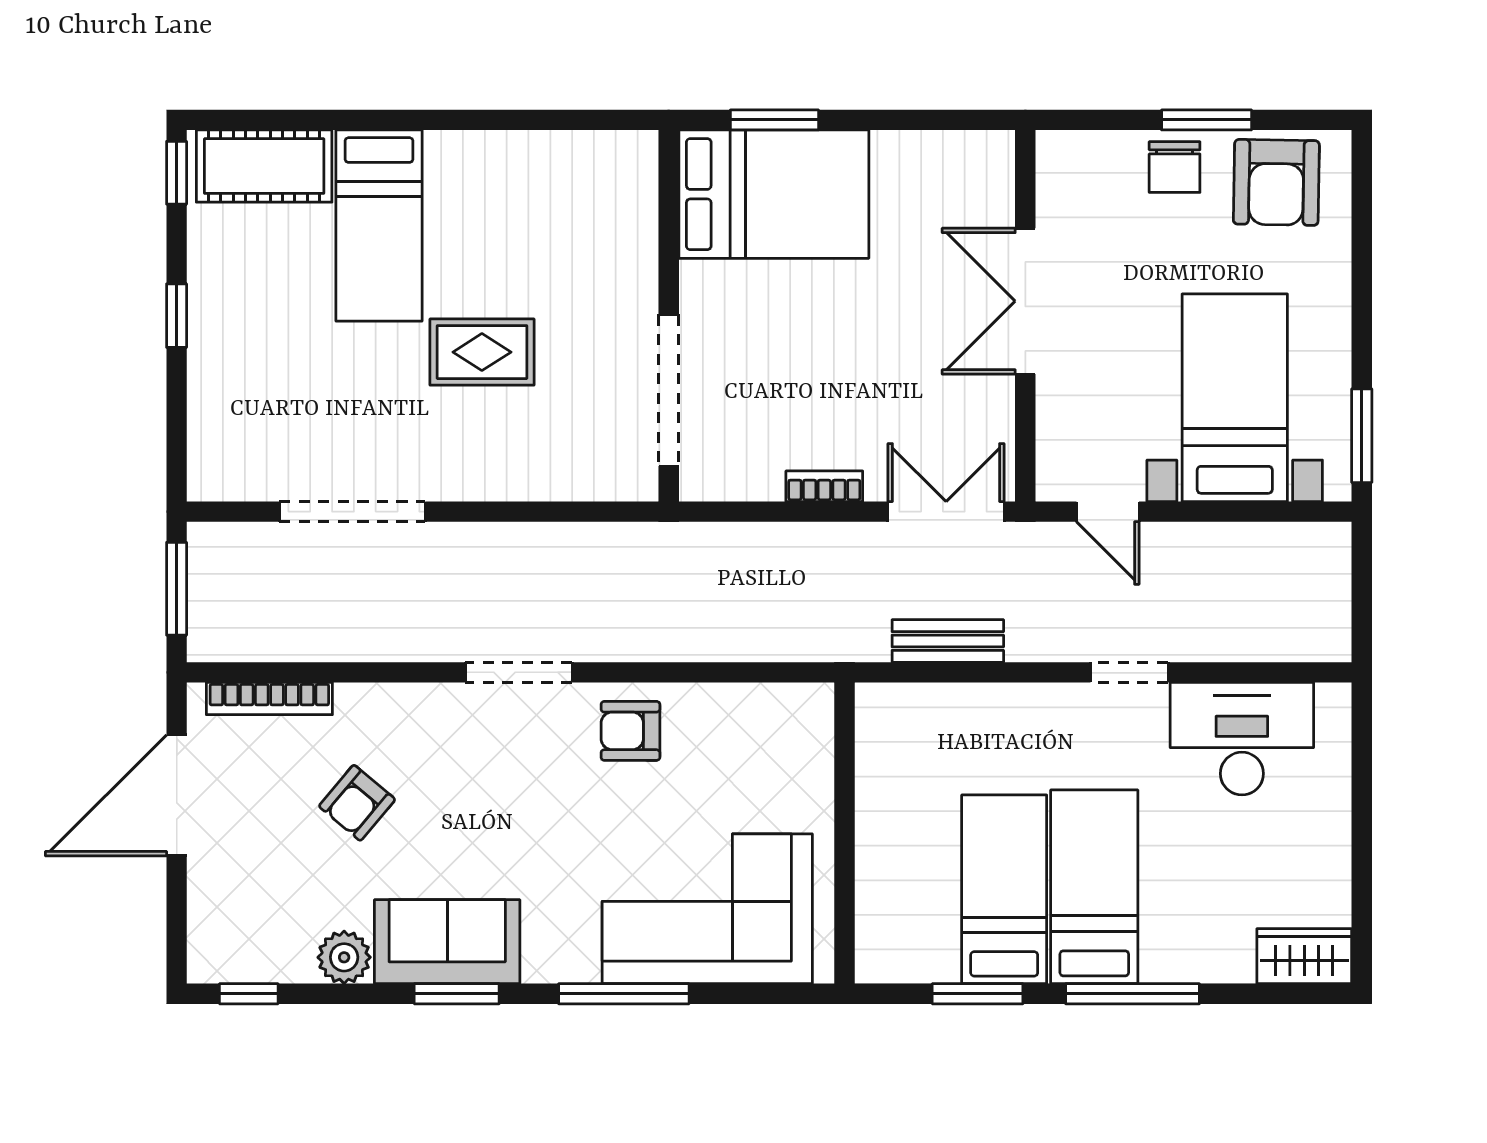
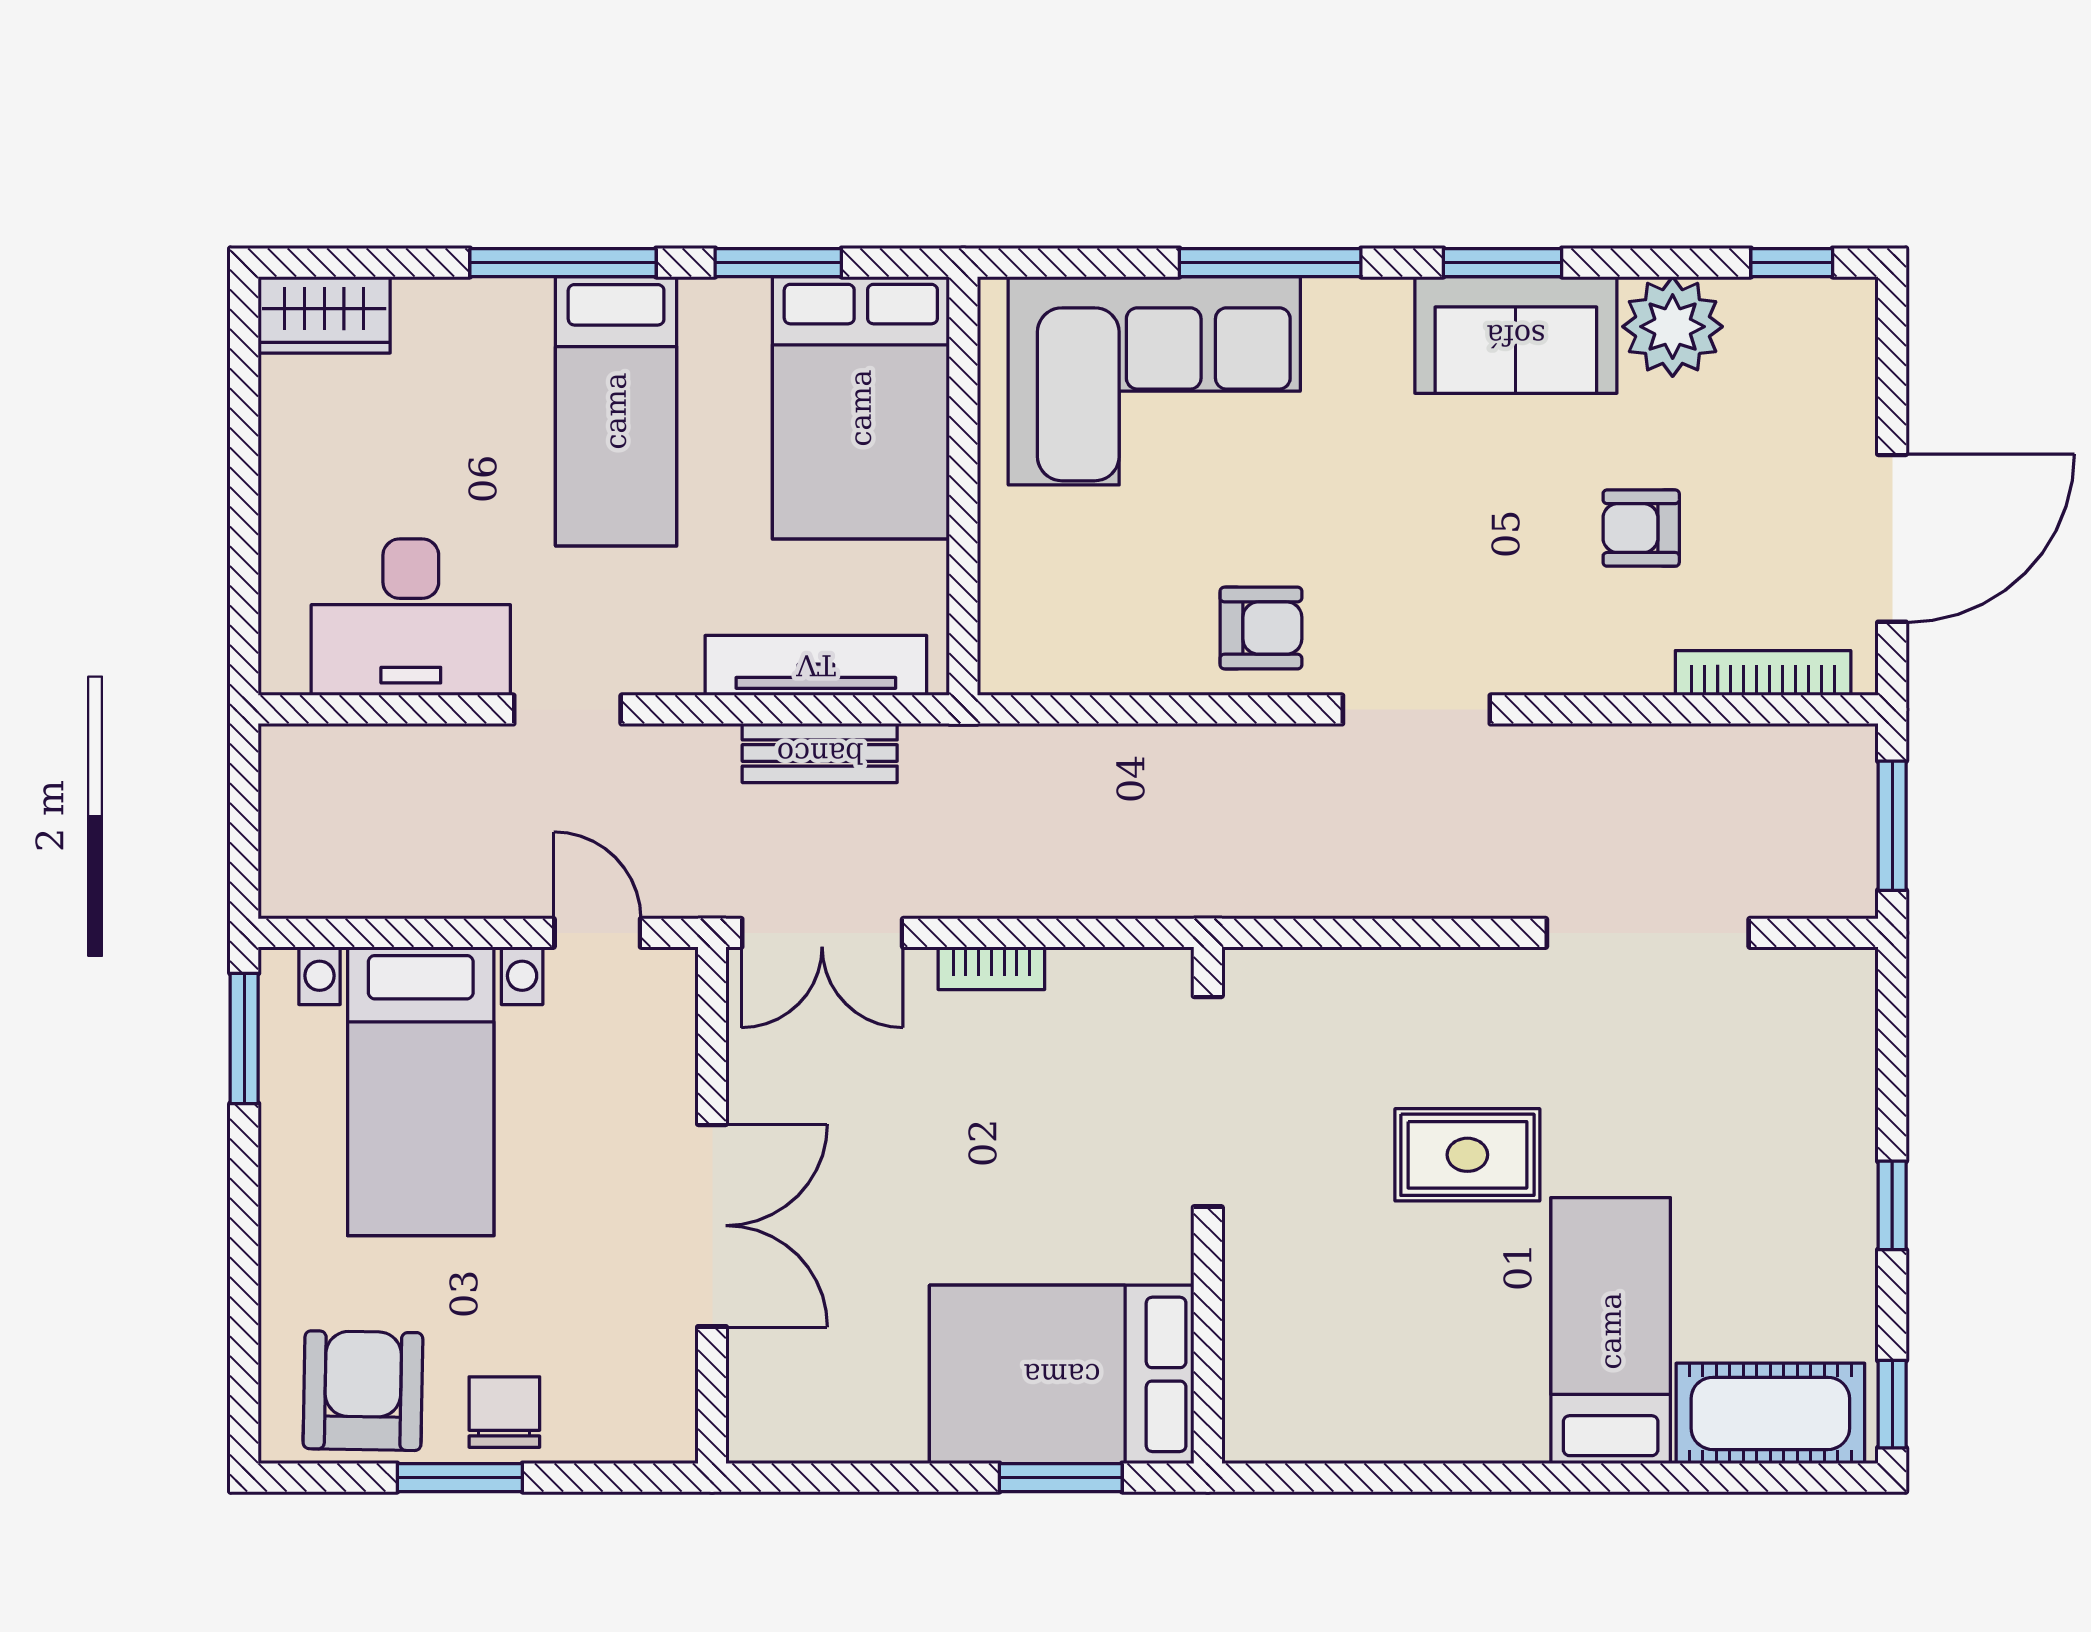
tv unit: (951, 704) -> (816, 665), added
armchair: (357, 803) -> (1641, 528), turned -130
bed: (1004, 889) -> (861, 408), moved, width x1.50
plant: (344, 957) -> (1673, 327), width x1.36, depth x1.36

